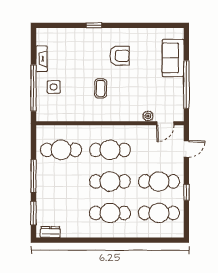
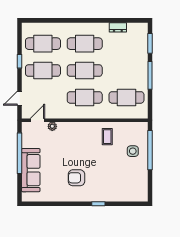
sofa: (173, 58) -> (31, 170), width x1.36
fireplace: (42, 59) -> (143, 175), removed
coffee table: (101, 88) -> (107, 137), moved
dresser: (50, 232) -> (118, 27), moved

